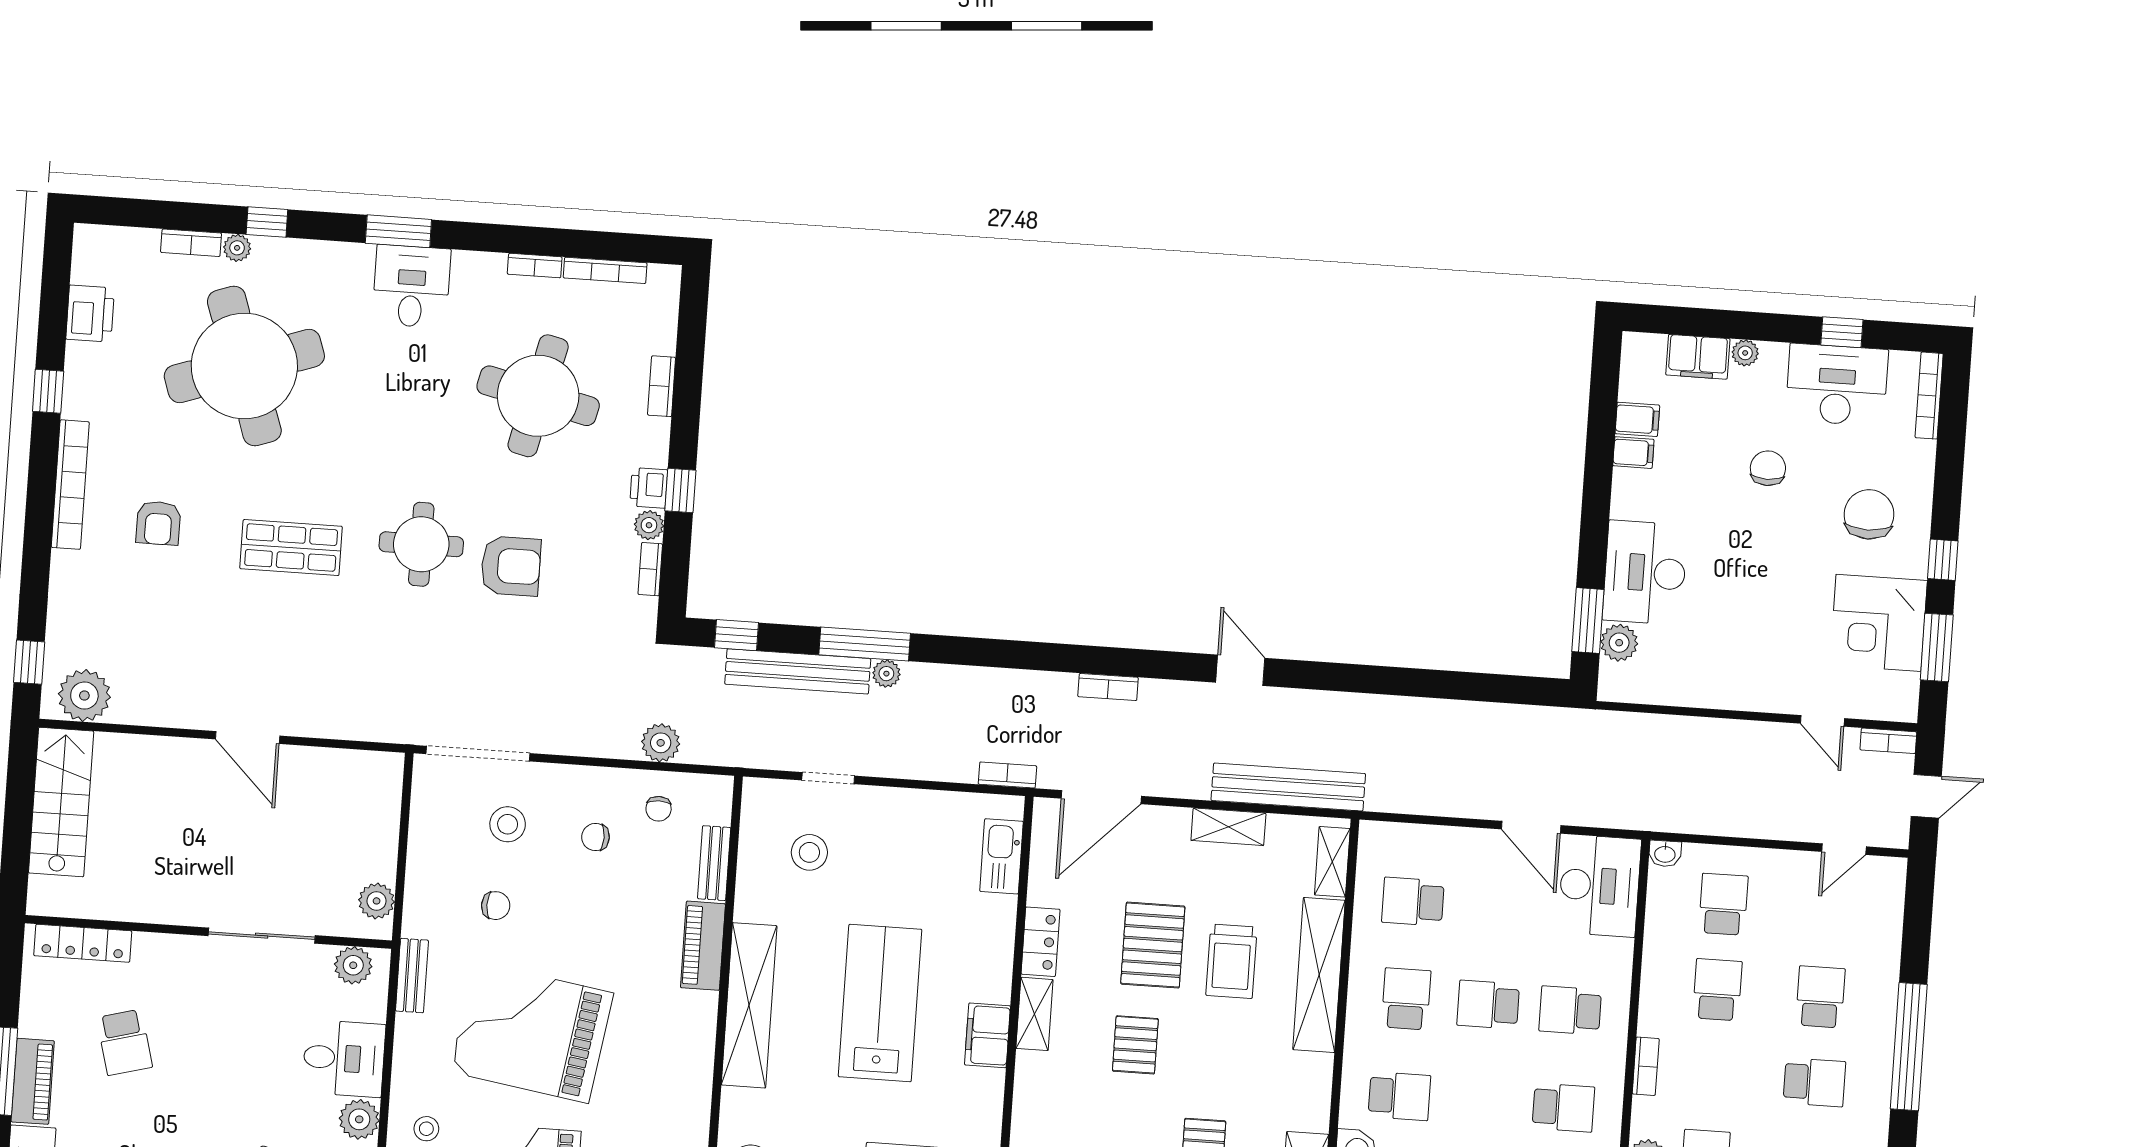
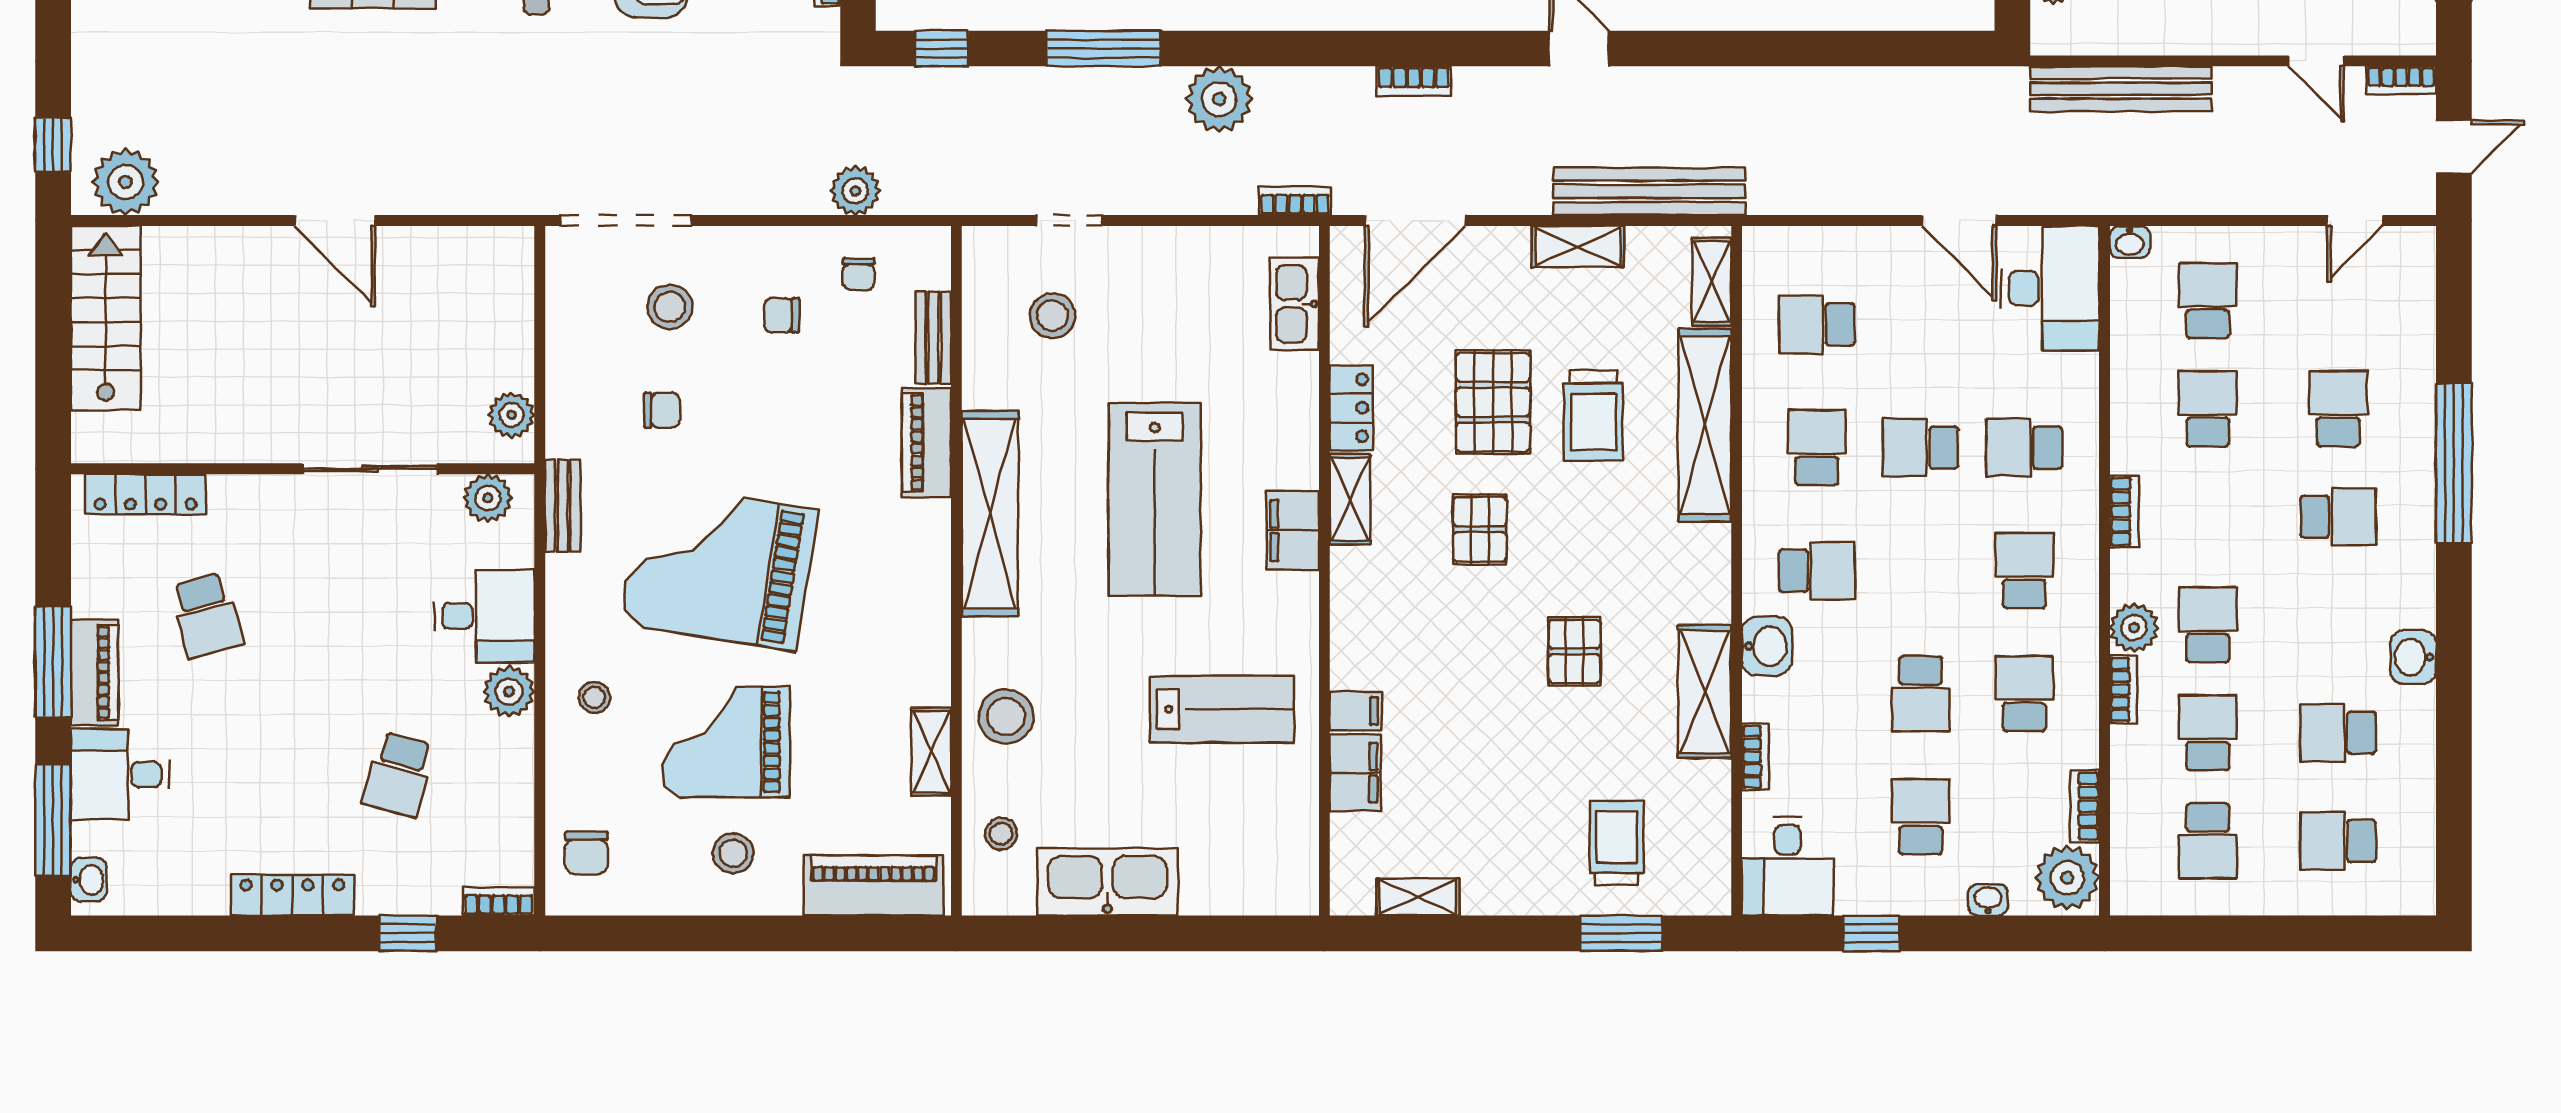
bench: (798, 671) -> (2121, 89), moved
plant: (886, 674) -> (1219, 99), moved, width x1.87, depth x1.87
lab bench: (880, 1003) -> (1155, 499), turned 180
school desk: (1563, 1108) -> (2024, 571), turned -90

